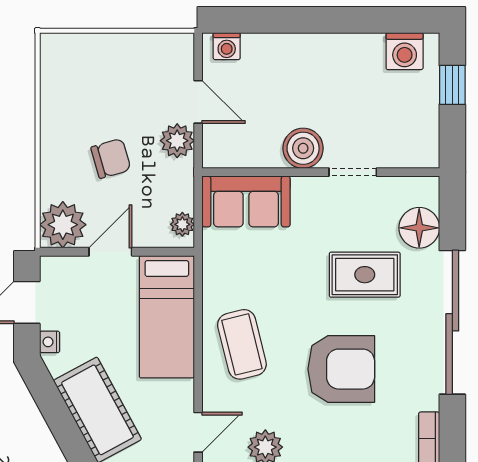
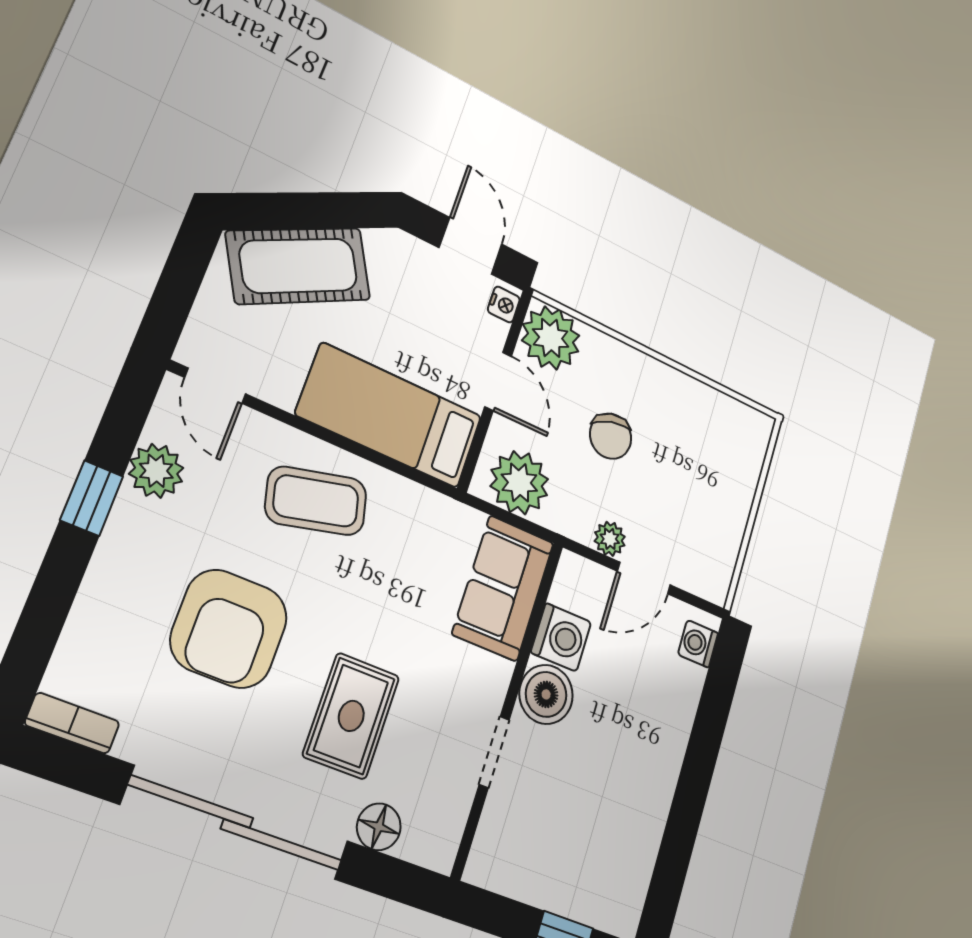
washing machine: (405, 51) -> (561, 637), moved, turned 180
plant: (177, 141) -> (610, 539), width x0.73, depth x0.73
plant: (182, 224) -> (519, 483), width x1.87, depth x1.87
floor lamp: (419, 228) -> (379, 827), width x0.73, depth x0.73
nightstand: (50, 342) -> (504, 305), moved, turned 90

